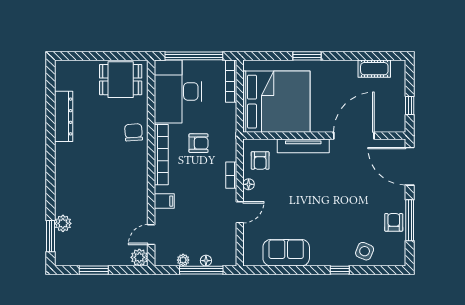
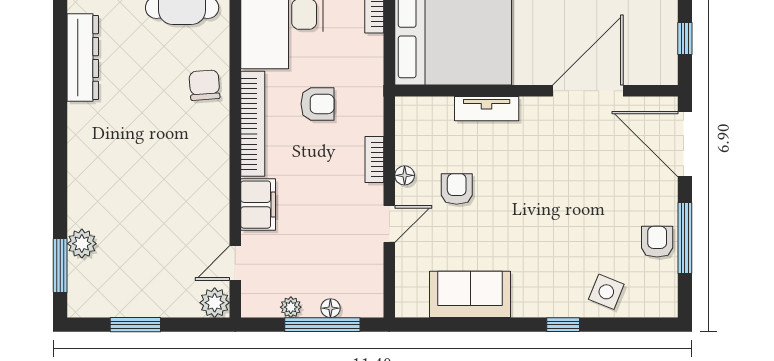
tv unit: (303, 146) -> (487, 109), width x0.71
armchair: (260, 160) -> (457, 189), moved, turned 180
filing cabinet: (164, 201) -> (258, 205), width x2.00

